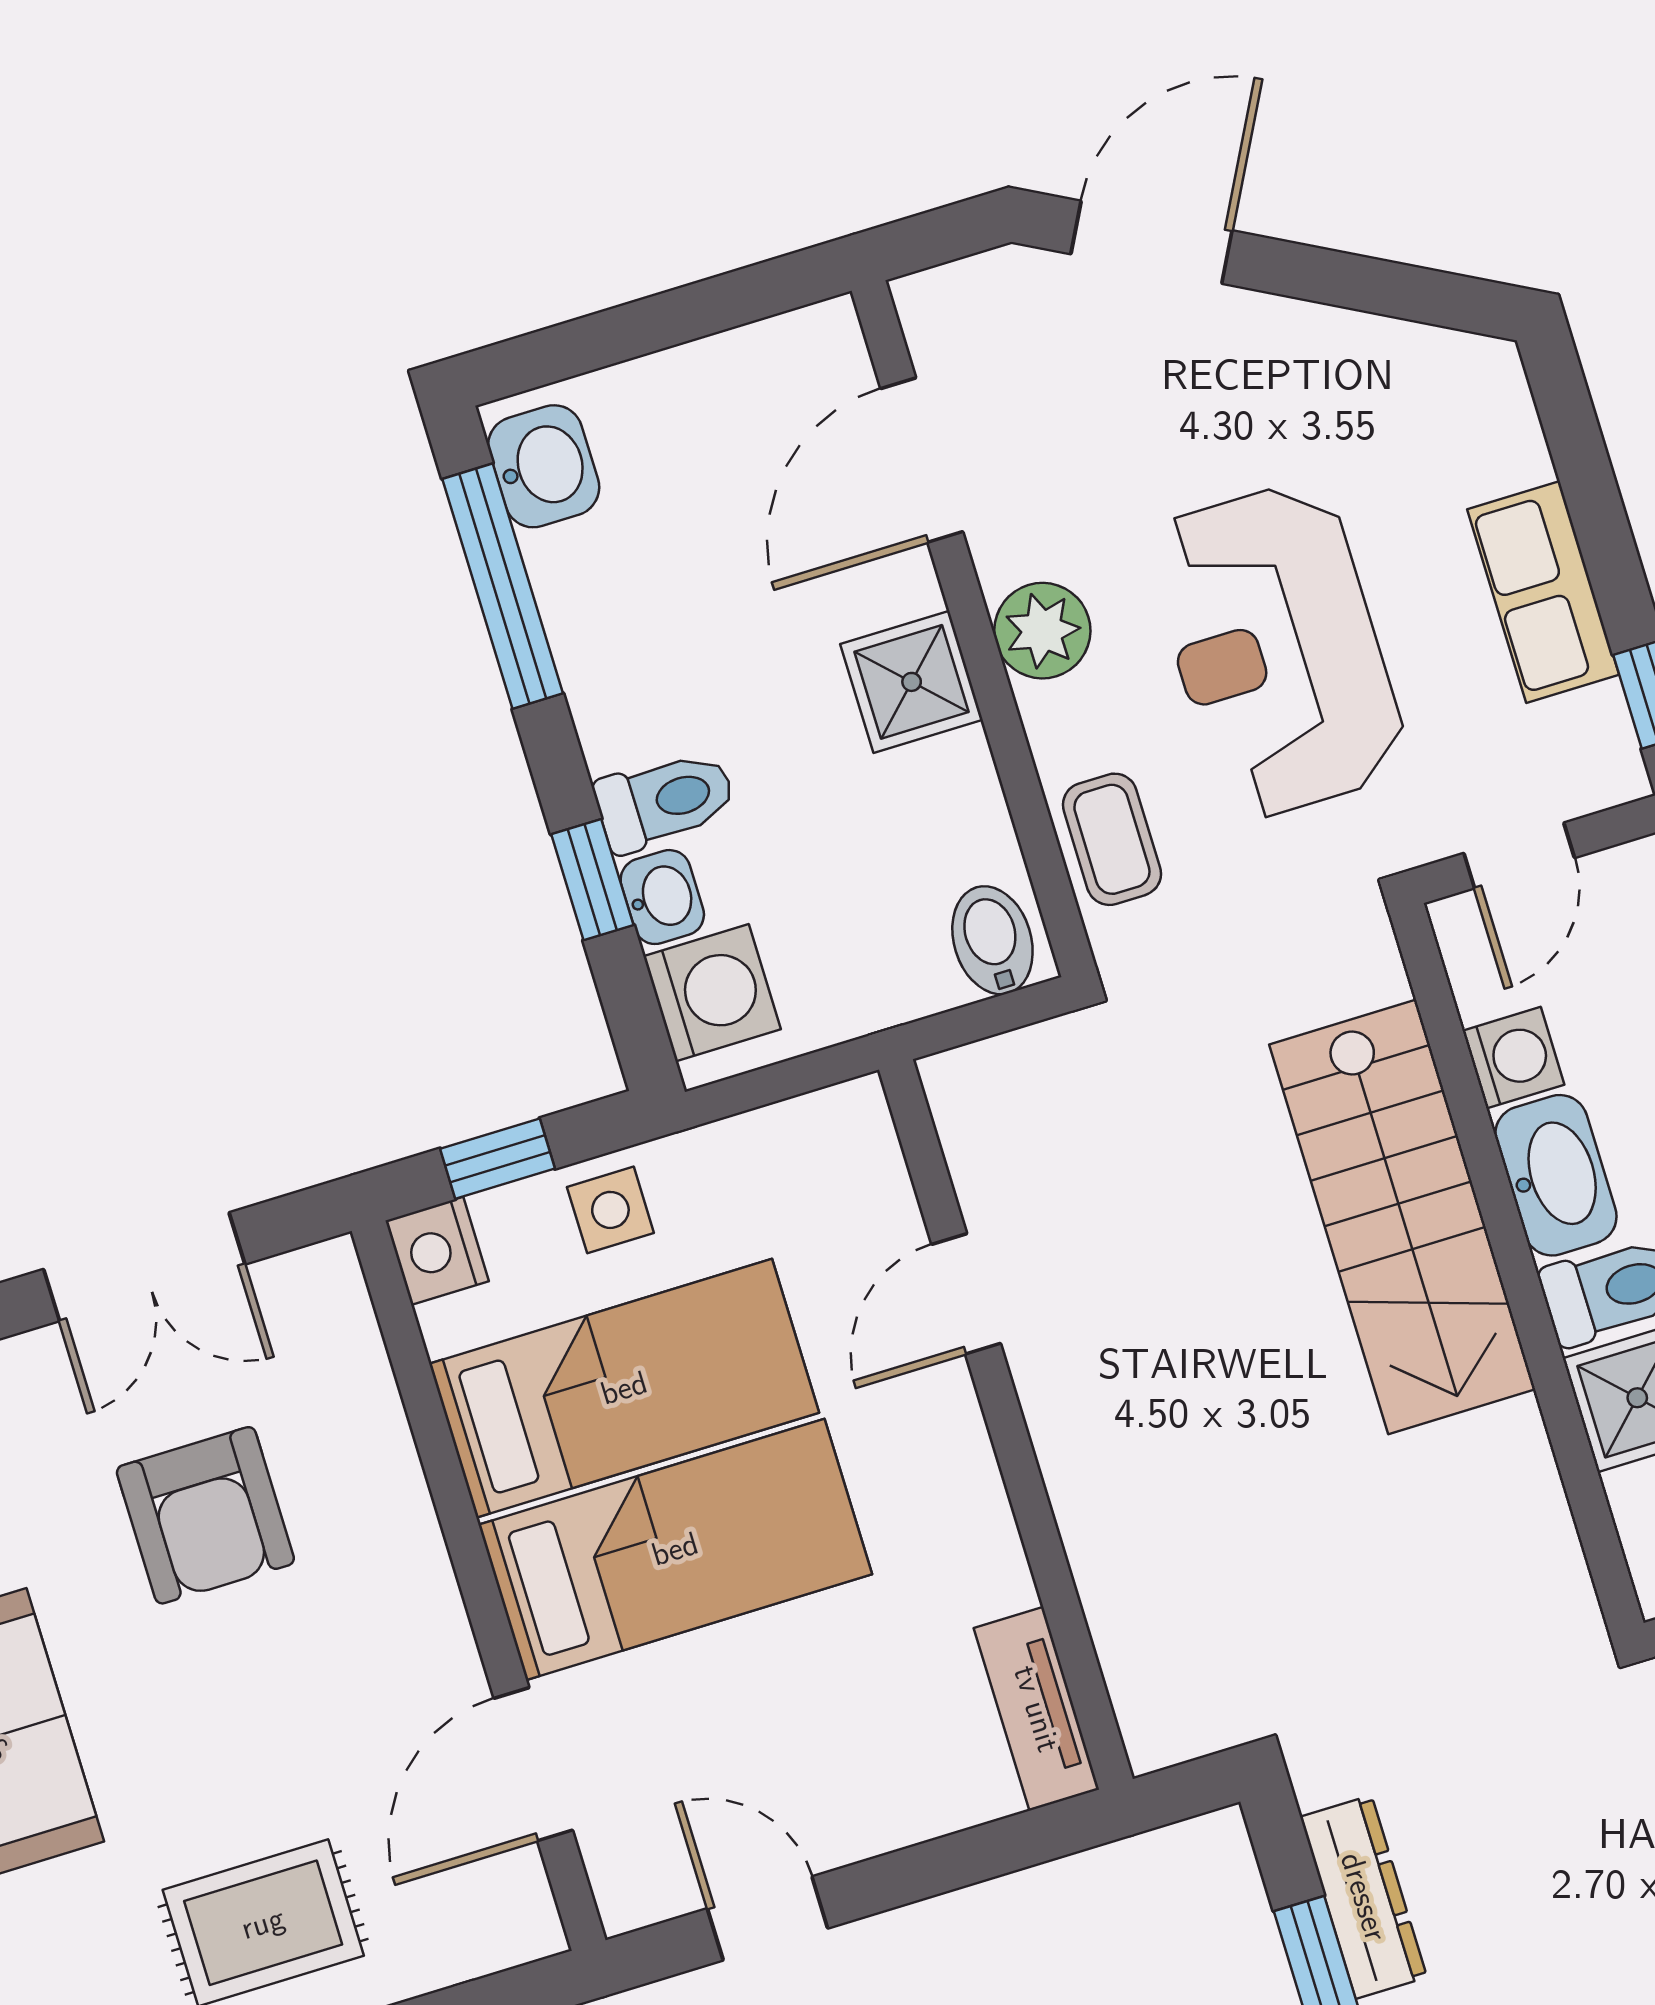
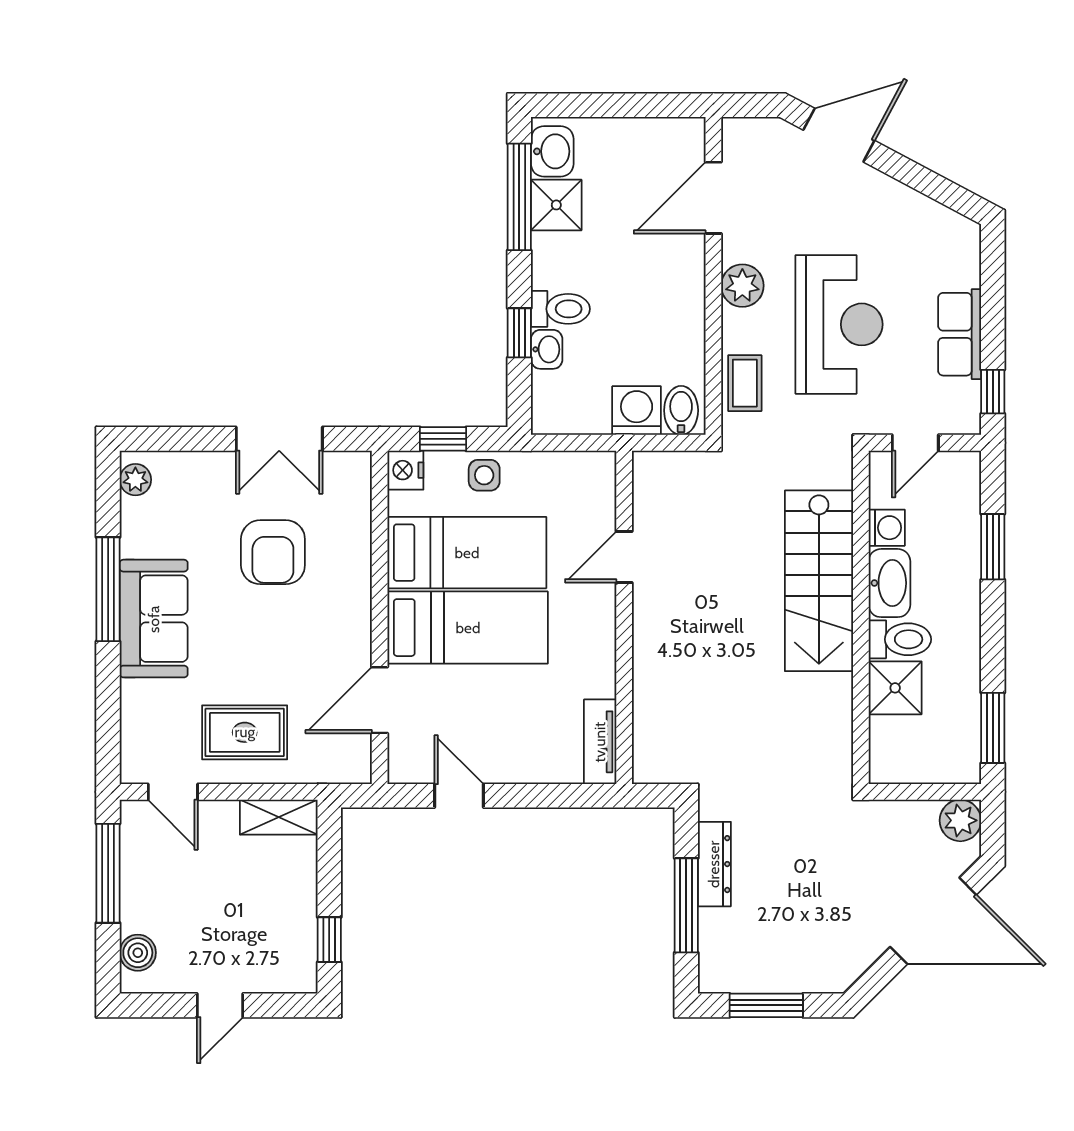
reception desk: (1277, 650) -> (839, 324), turned 180
shower: (912, 682) -> (556, 205), moved
washing machine: (712, 993) -> (637, 411), moved, turned -90

